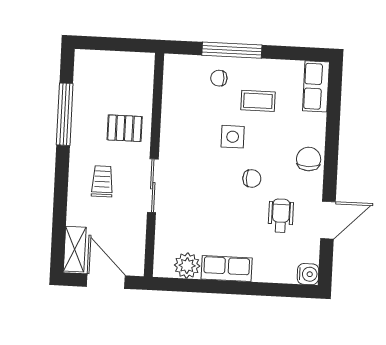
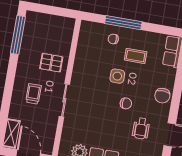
window: (65, 114) -> (18, 35), moved
chair: (309, 159) -> (162, 96), turned 180
wheelchair: (281, 216) -> (141, 128), turned 180

